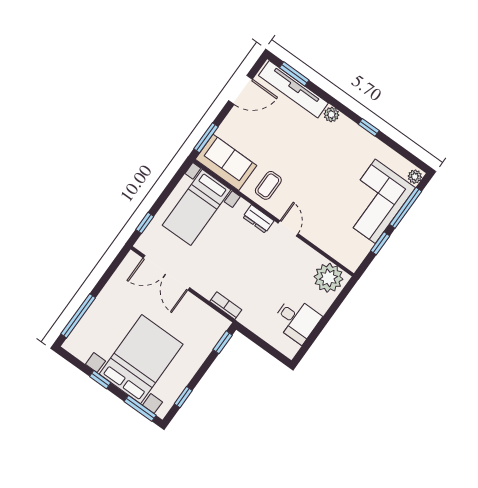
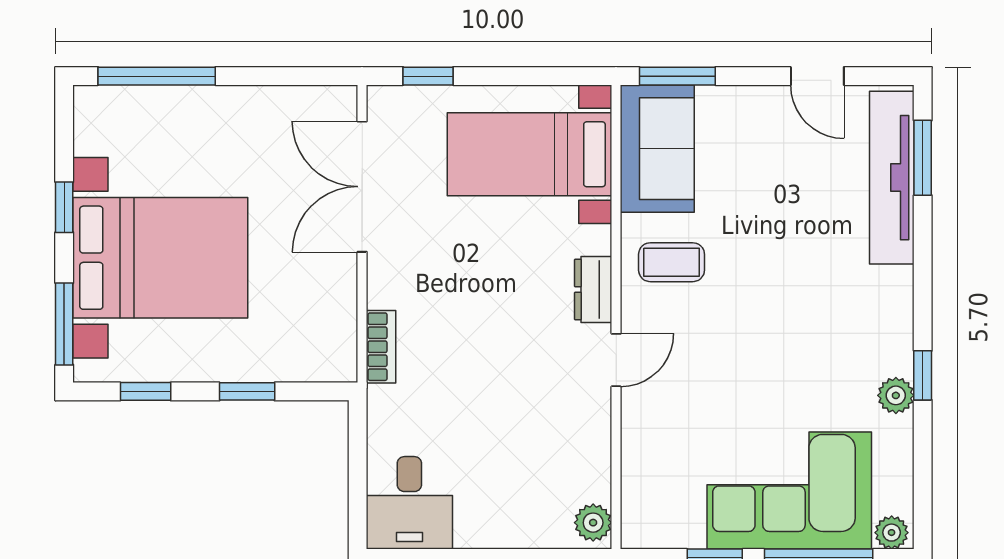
door: (240, 90) -> (817, 76), width x0.73
plant: (331, 114) -> (896, 395), moved
plant: (328, 278) -> (593, 523), width x0.53, depth x0.53
desk: (297, 320) -> (409, 503), moved
window: (223, 342) -> (247, 391), moved

